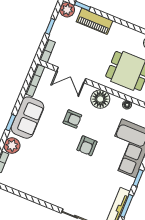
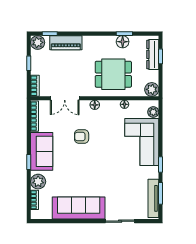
floor lamp: (100, 99) -> (95, 105), width x0.53, depth x0.53
armchair: (72, 119) -> (82, 137), turned 180
armchair: (87, 146) -> (104, 155), removed
sofa: (41, 188) -> (79, 208), added

